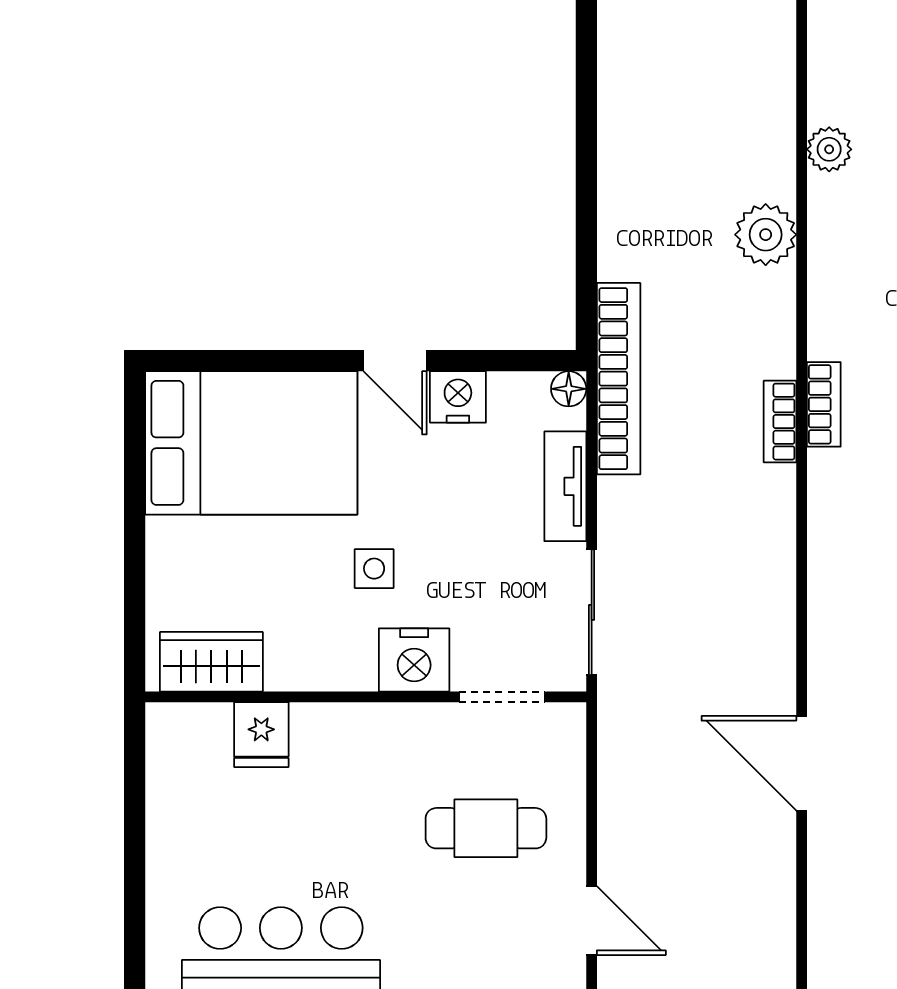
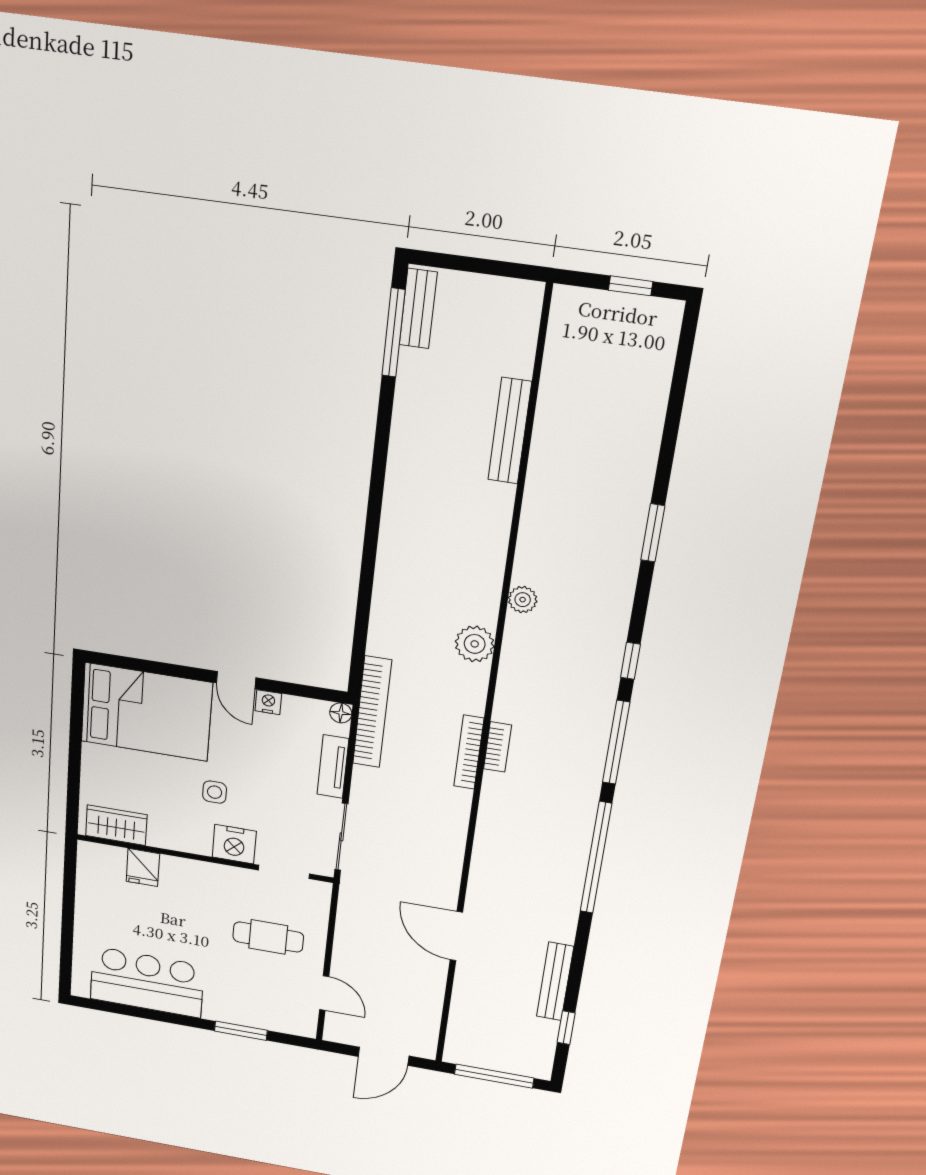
nightstand: (458, 397) -> (268, 702), width x0.72, depth x0.74
bookcase: (780, 422) -> (469, 752), width x1.56

